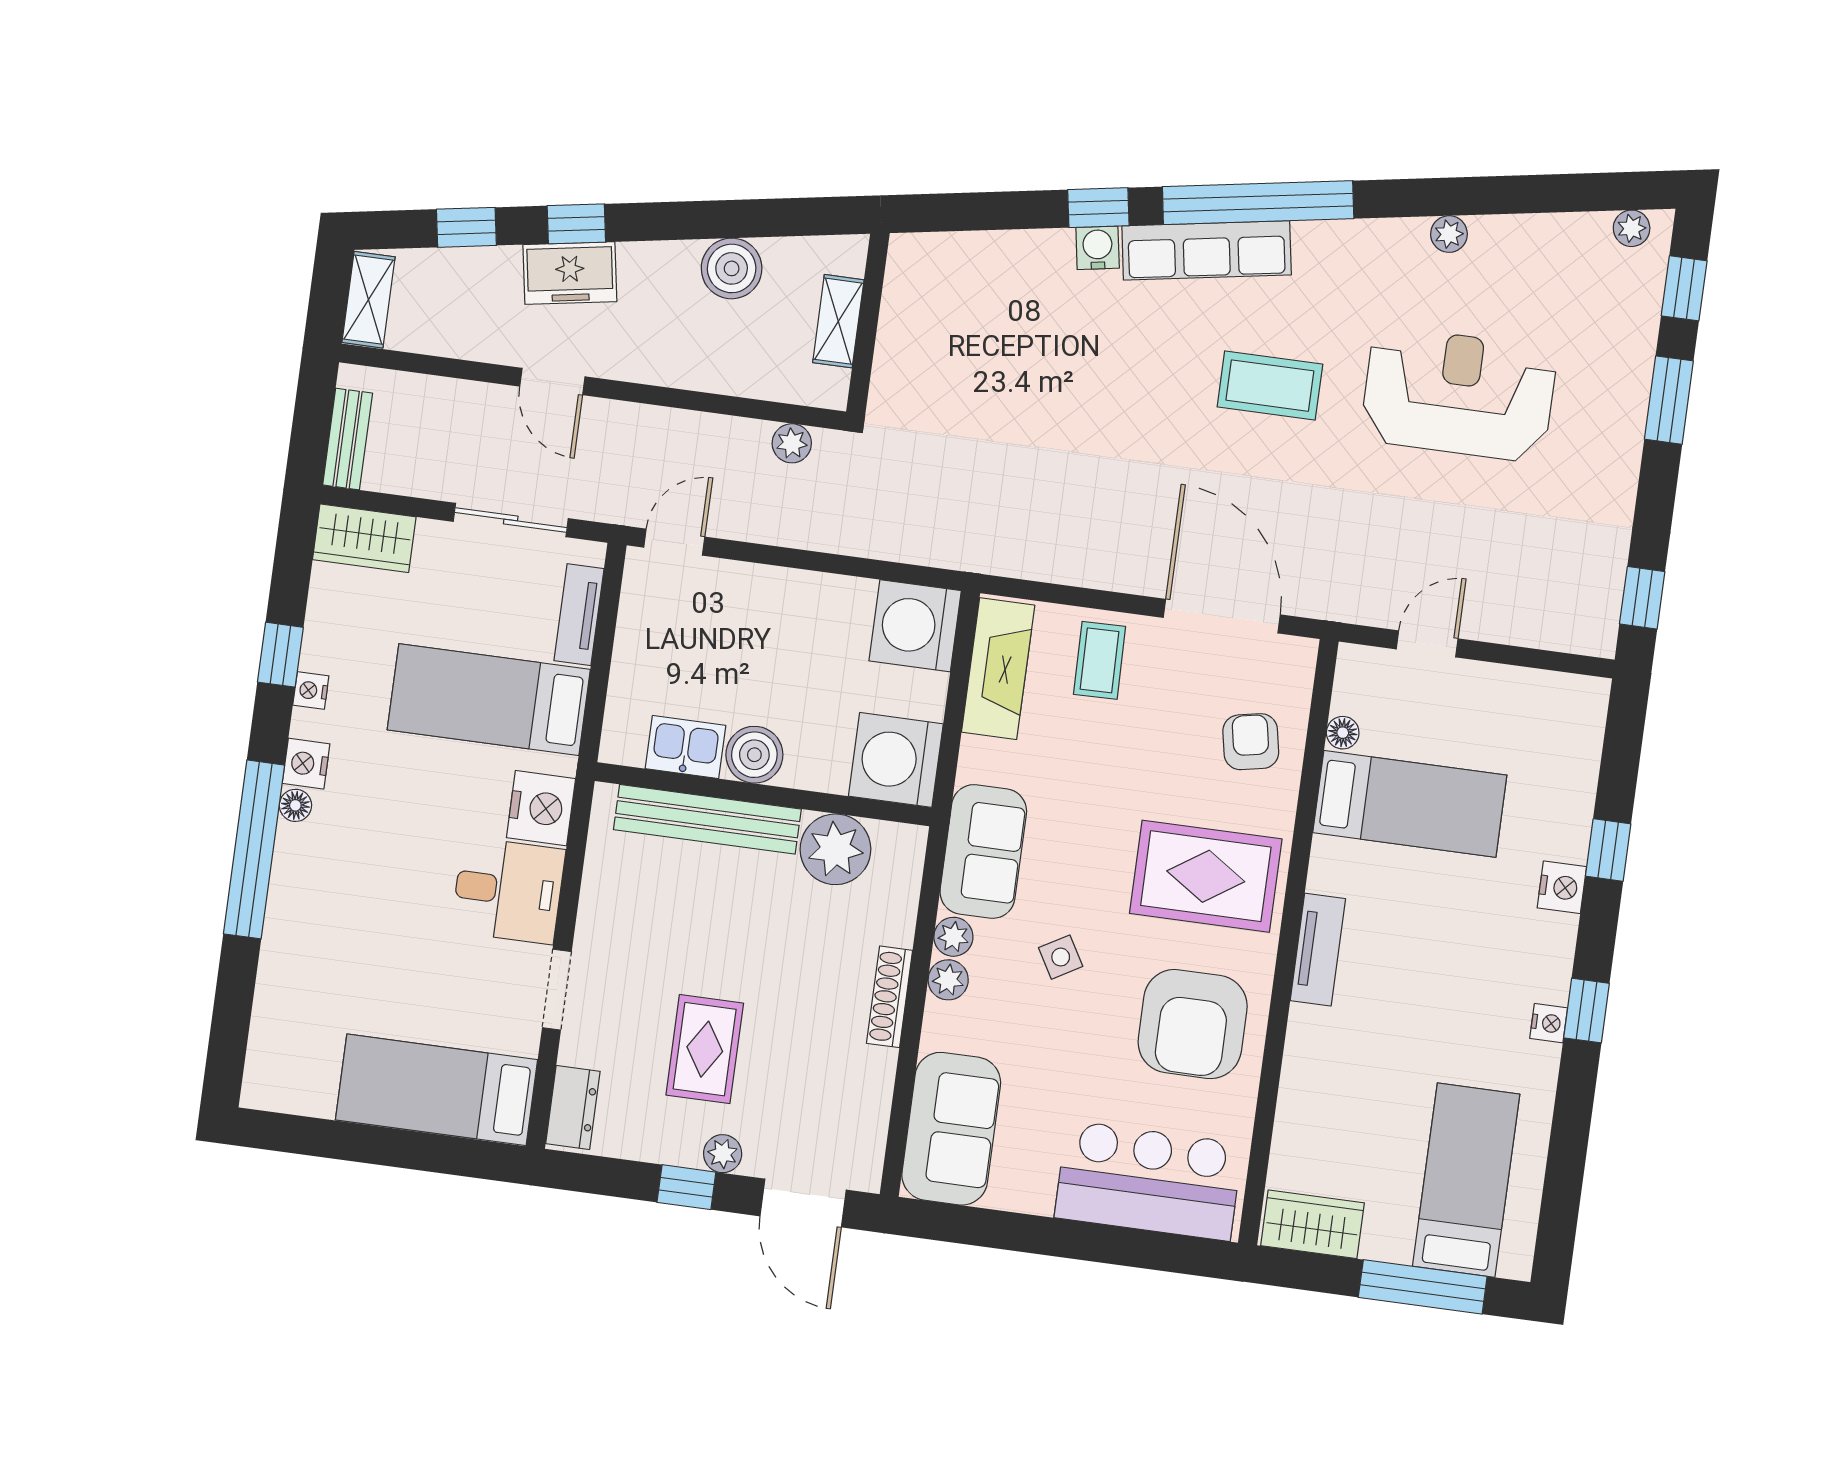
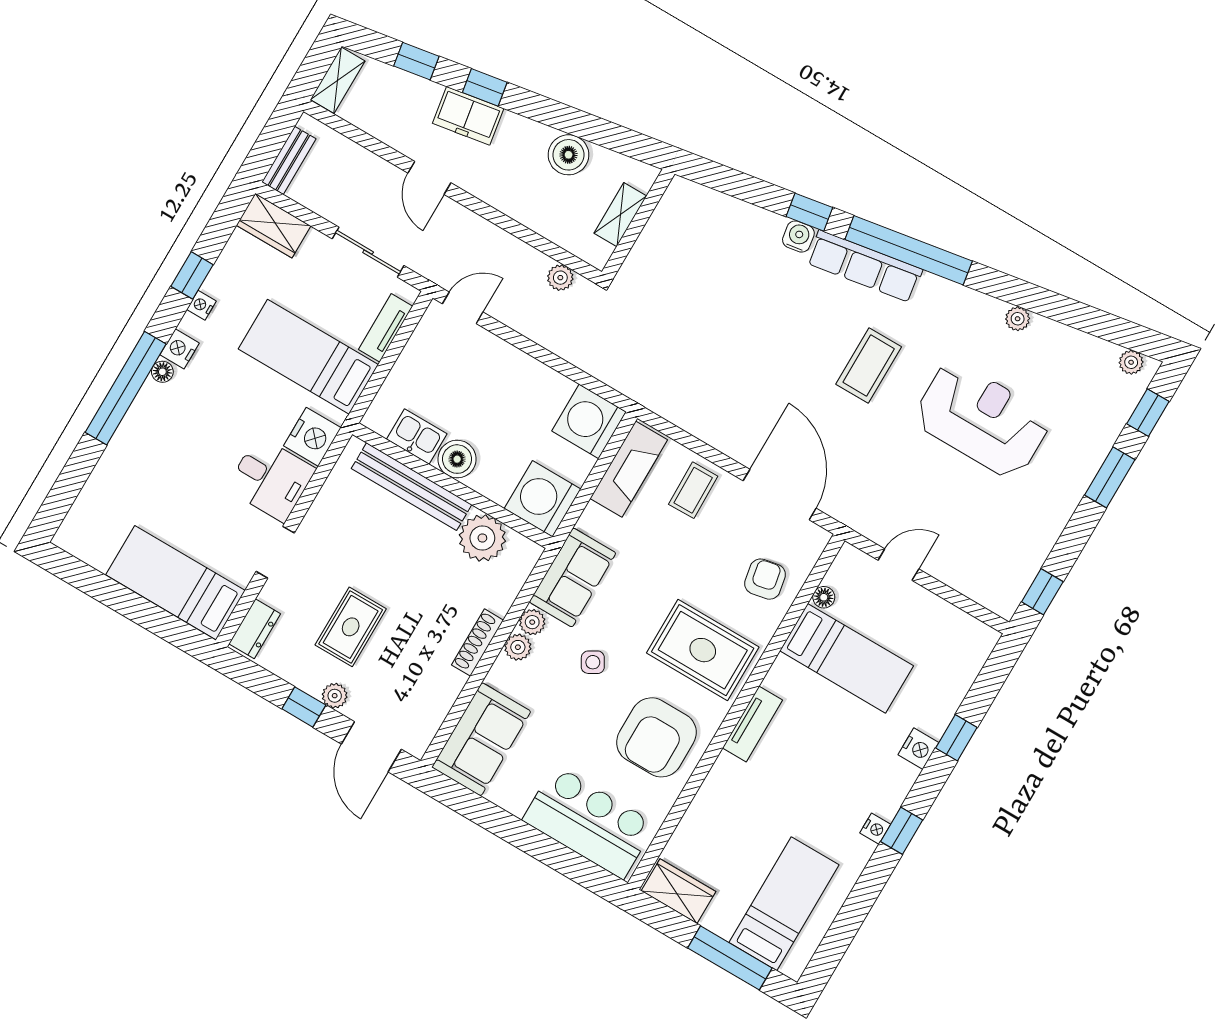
coffee table: (1270, 386) -> (869, 365), turned 90

